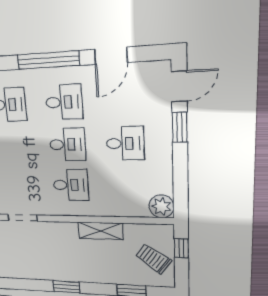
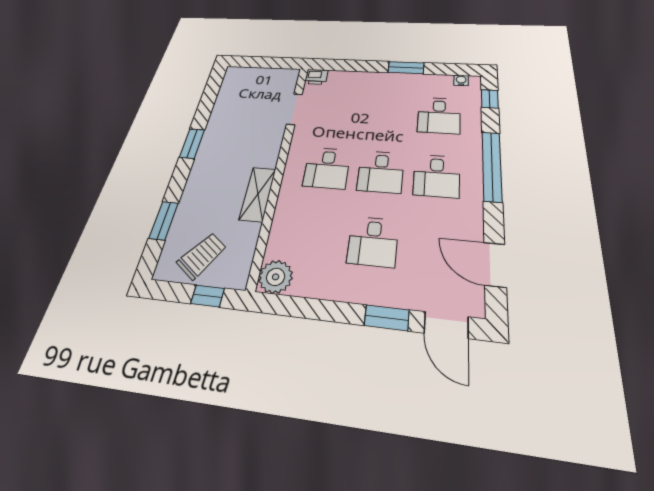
door: (111, 56) -> (495, 265), moved

